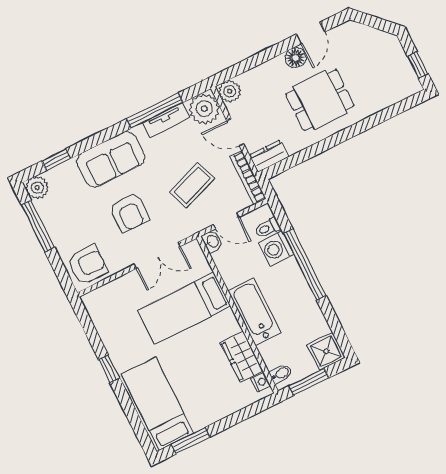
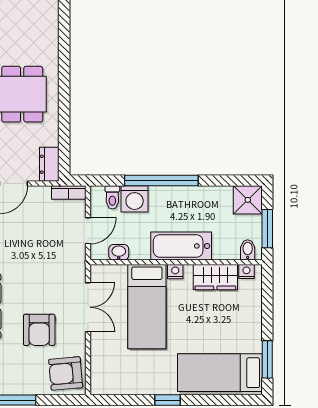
bookcase: (248, 178) -> (69, 192), width x0.64
coffee table: (192, 185) -> (41, 246), removed
armchair: (129, 212) -> (39, 330), moved, turned 90
washbasin: (212, 241) -> (119, 252), moved
armchair: (87, 265) -> (66, 373), turned -95
nightstand: (229, 318) -> (175, 272), added

